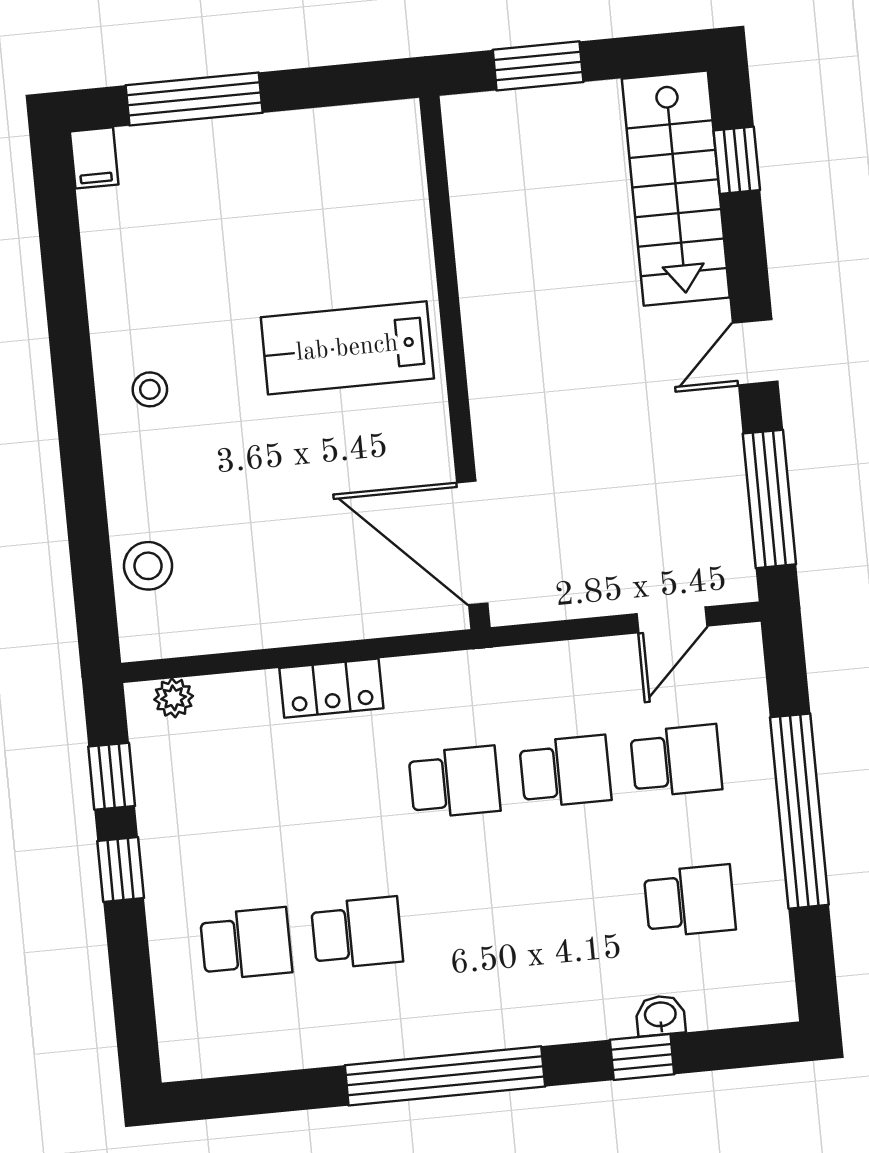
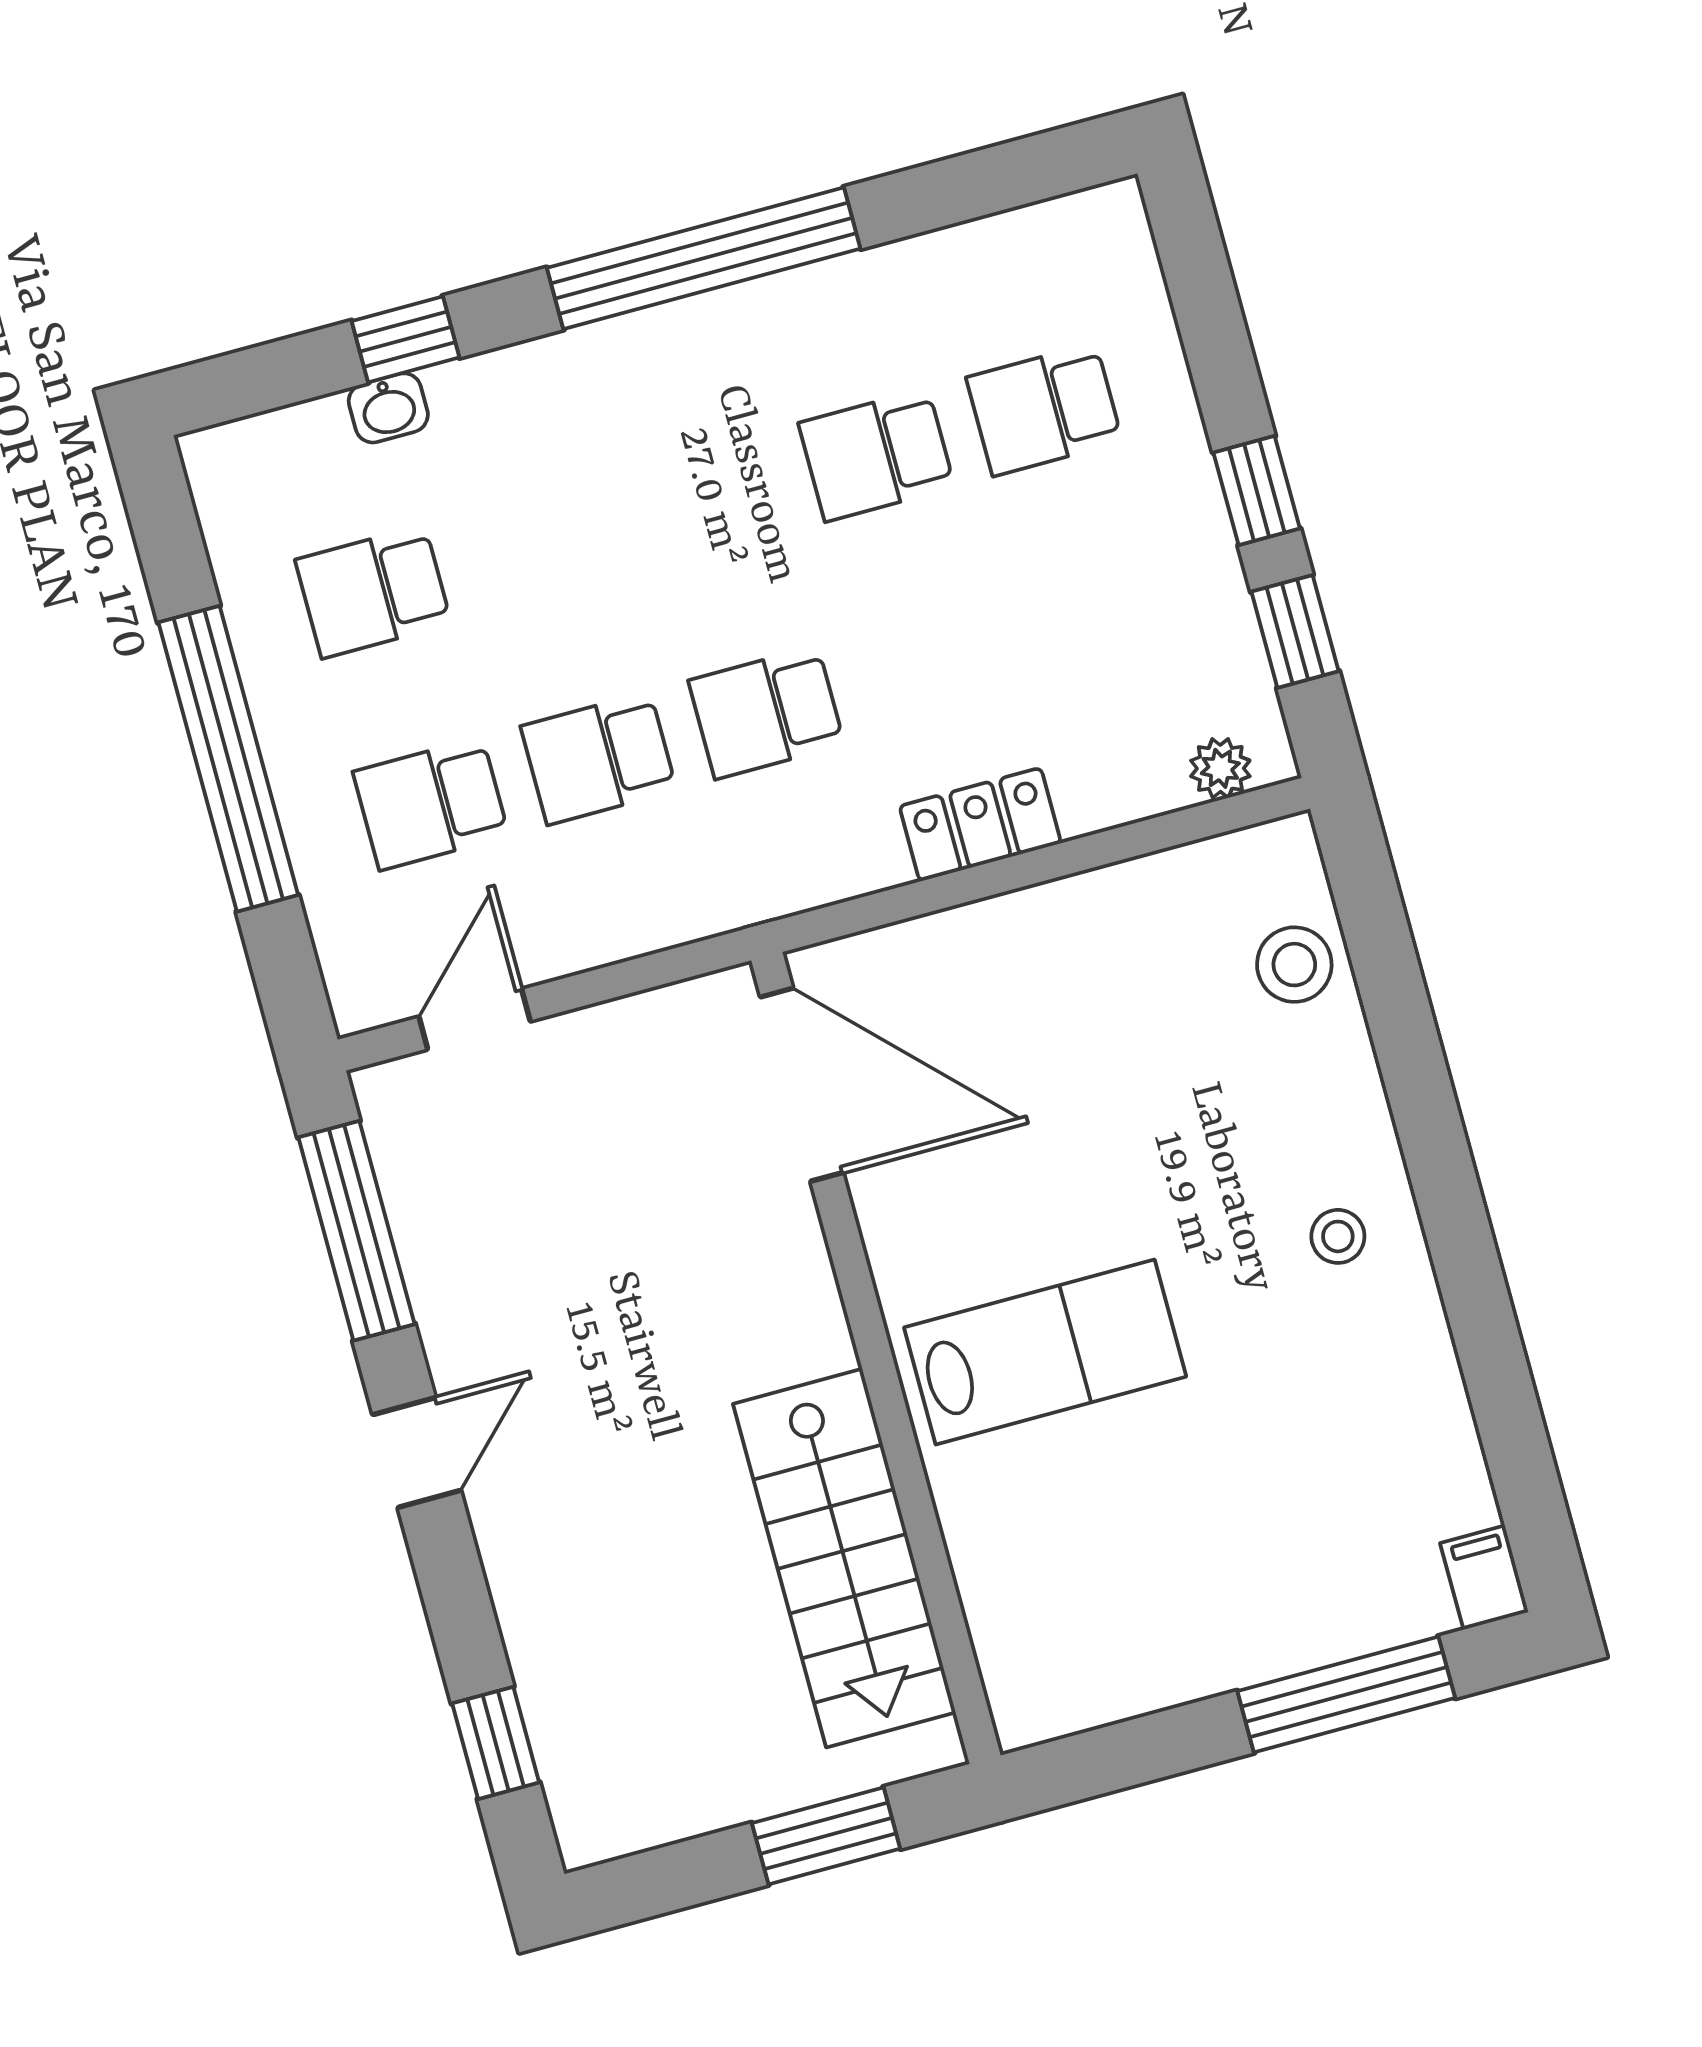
stairs: (676, 188) -> (844, 1558), moved, turned 180

